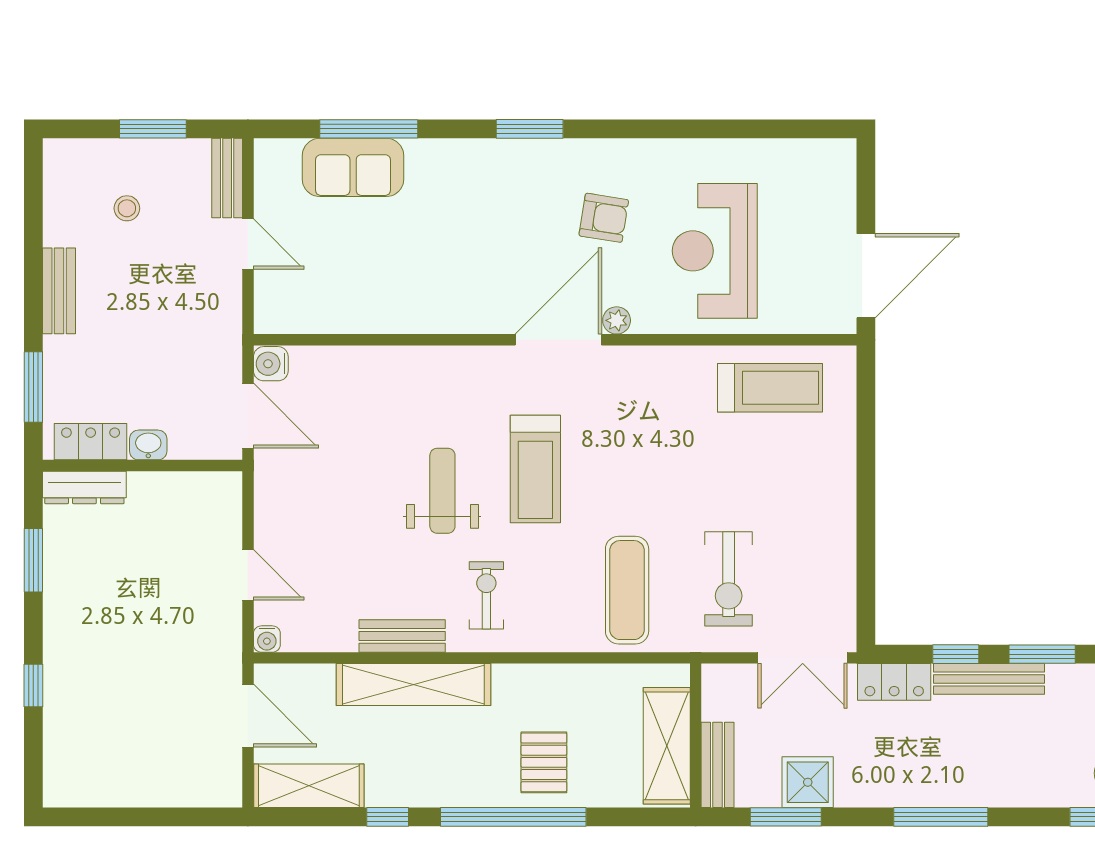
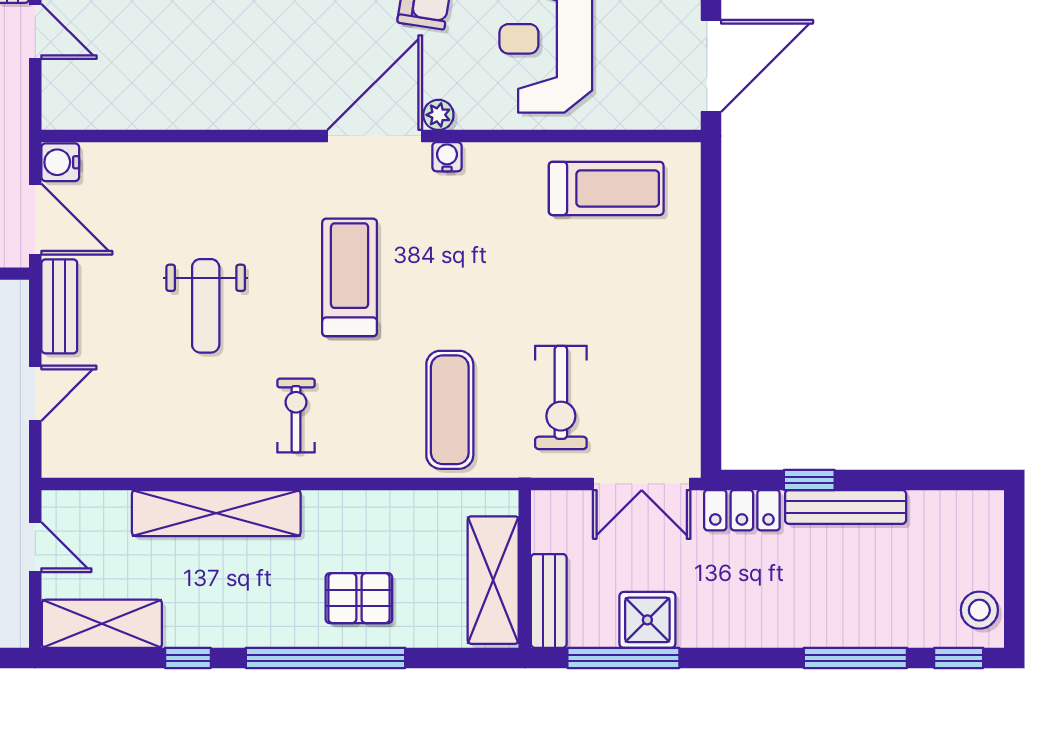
treadmill: (535, 469) -> (350, 277), turned 180
weight bench: (442, 491) -> (206, 306), moved, turned 180
door: (248, 575) -> (35, 393), hinge flipped
bench: (402, 636) -> (59, 306), moved, turned 90
water cooler: (267, 639) -> (447, 157), moved, turned 180
window: (1042, 654) -> (904, 480), removed
door: (248, 716) -> (35, 547), width x0.73
pallet: (544, 762) -> (359, 598), turned 90
window: (786, 817) -> (623, 658), width x1.44
window: (941, 817) -> (855, 658), moved

